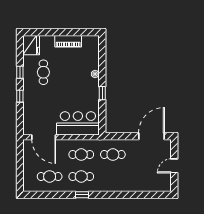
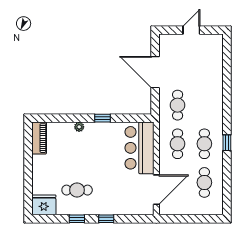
piano: (68, 41) -> (39, 138), moved
door: (151, 136) -> (155, 72), moved
door: (174, 166) -> (191, 30), swing flipped

